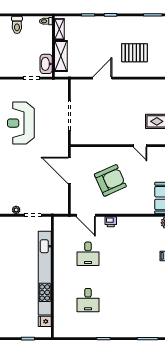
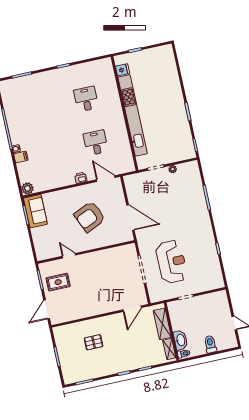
pallet: (134, 53) -> (94, 342), width x0.67, depth x0.71
washbasin: (46, 64) -> (181, 340), moved
door: (102, 78) -> (132, 309), moved
reception desk: (21, 123) -> (172, 262), moved

